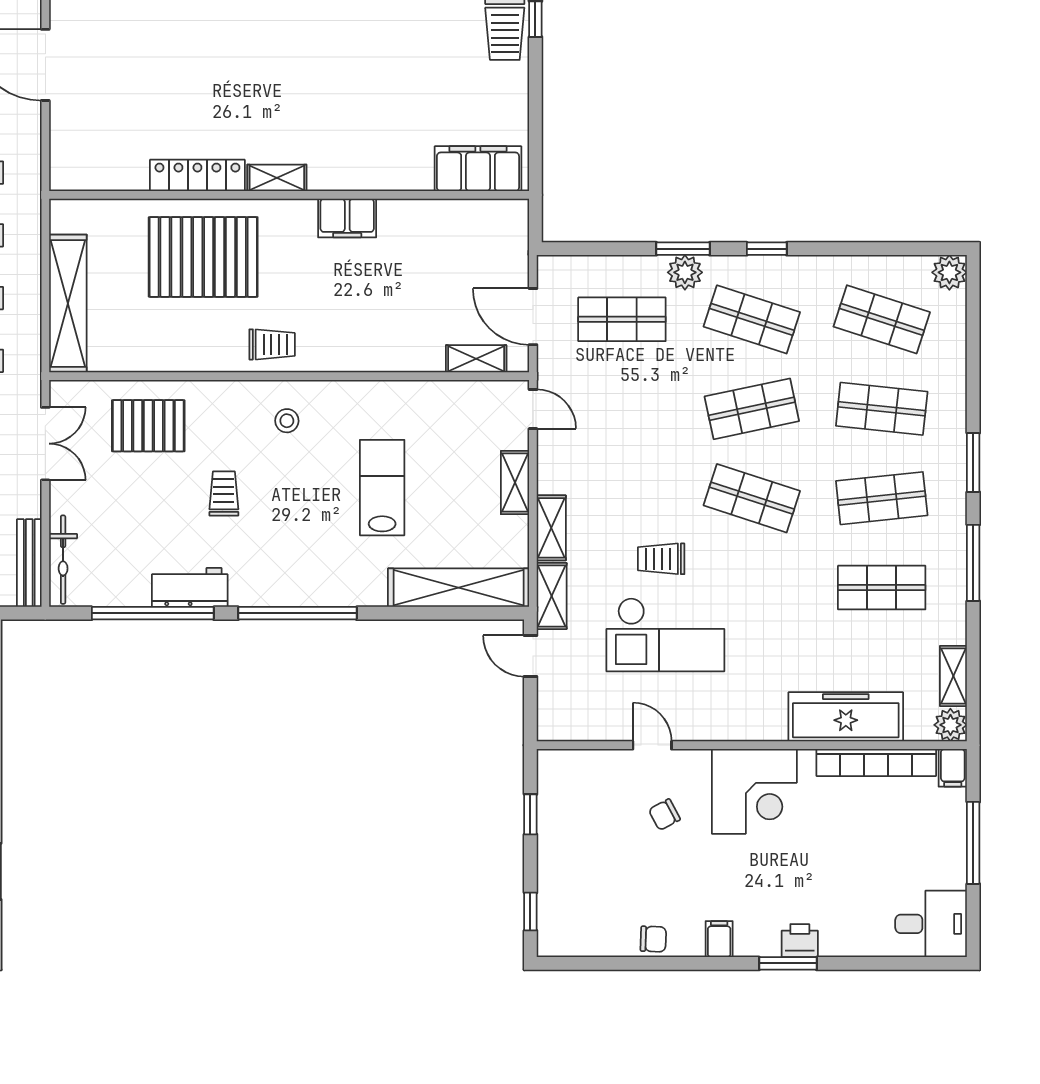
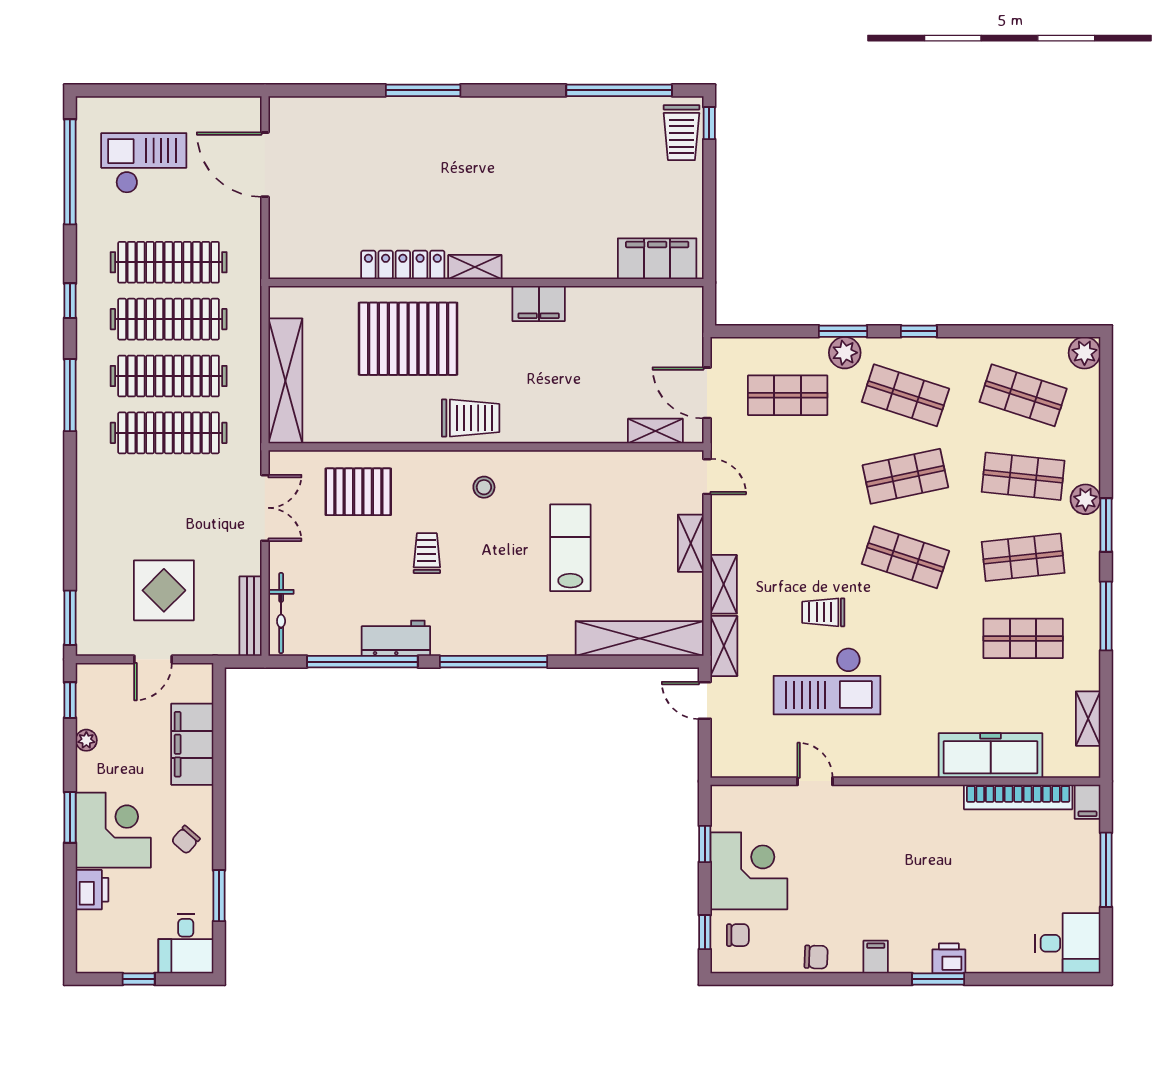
trolley: (272, 344) -> (471, 418), width x1.36, depth x1.39
plant: (950, 725) -> (1085, 499), moved
corner desk: (754, 791) -> (749, 871), moved, turned -90
chair: (664, 815) -> (738, 935), moved, turned -152

